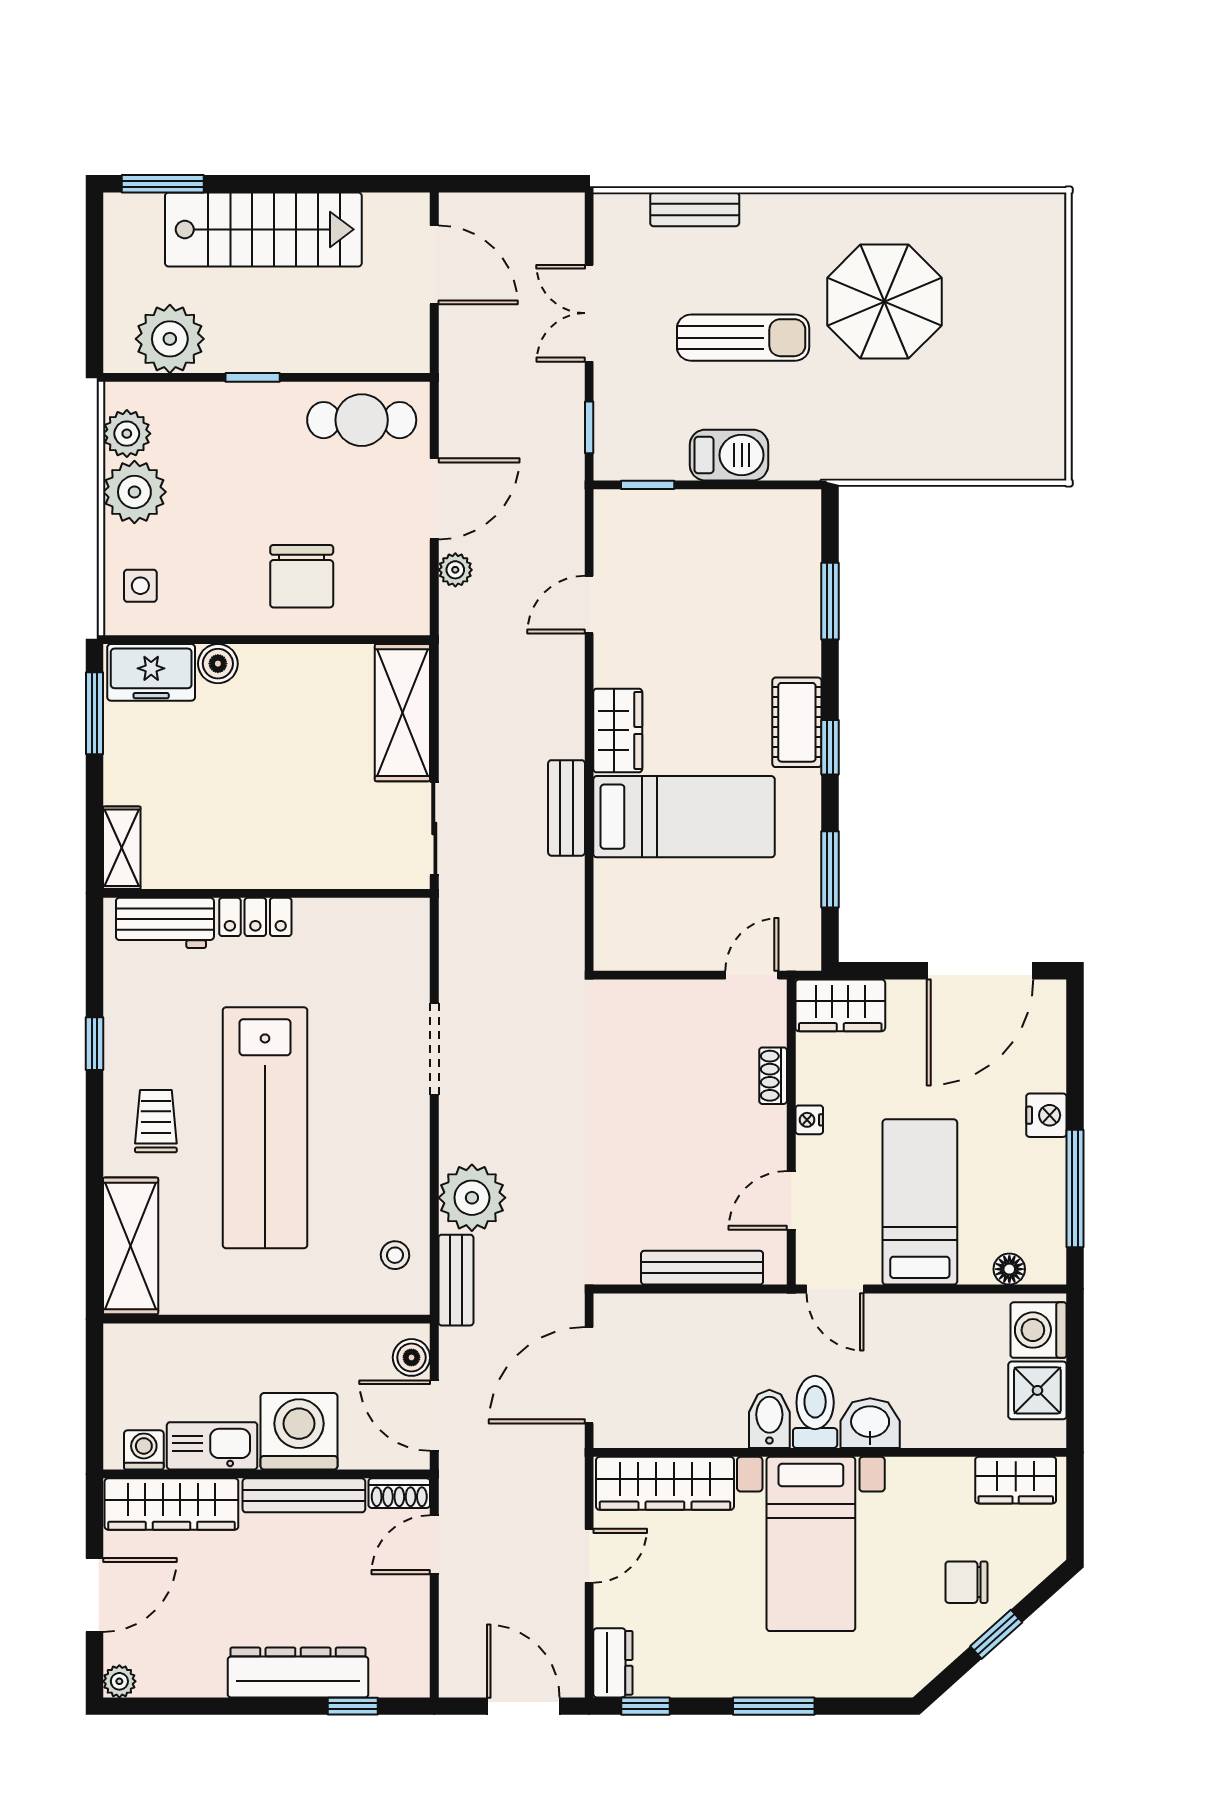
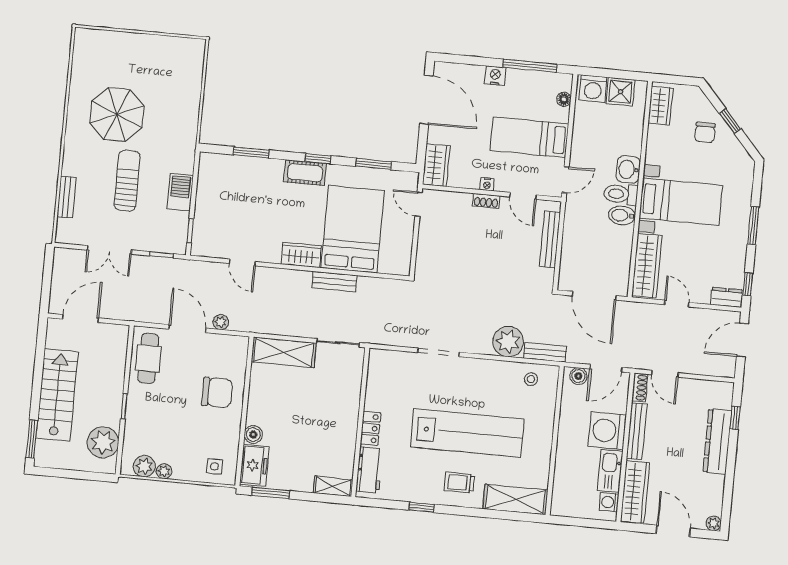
plant: (134, 492) -> (164, 471), width x0.53, depth x0.53
bed: (684, 817) -> (353, 229), width x1.50
shoe rack: (773, 1076) -> (486, 201), moved

